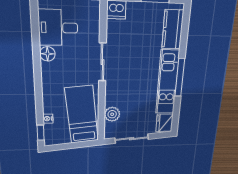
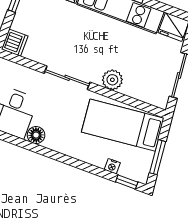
plant: (112, 114) -> (112, 80), moved
window: (68, 146) -> (158, 157), added

